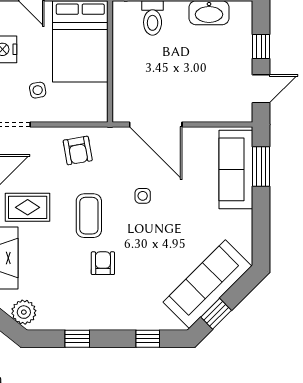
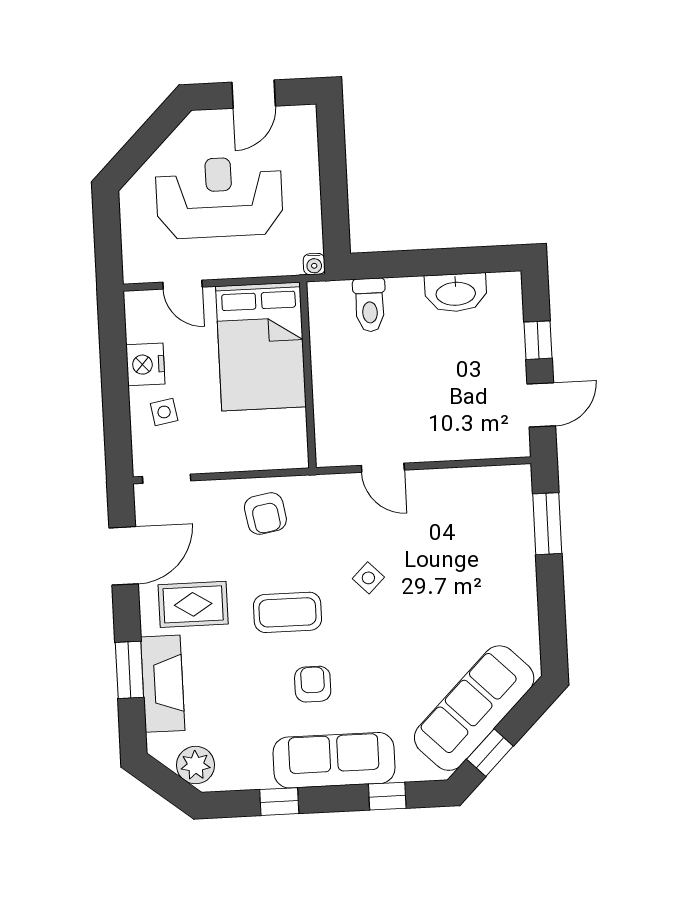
side table: (38, 90) -> (164, 412), moved
door: (156, 124) -> (383, 468), width x0.53
sofa: (236, 169) -> (334, 760), moved, turned 90
side table: (143, 196) -> (368, 578), turned 45
coffee table: (89, 216) -> (288, 612), turned 90

